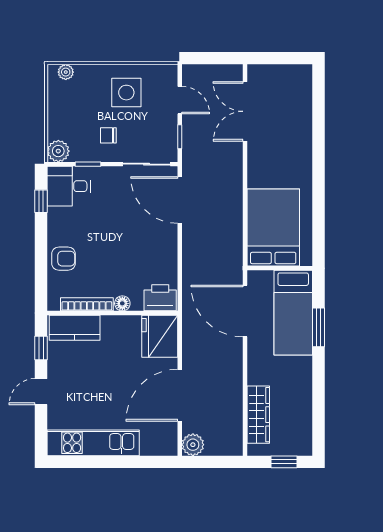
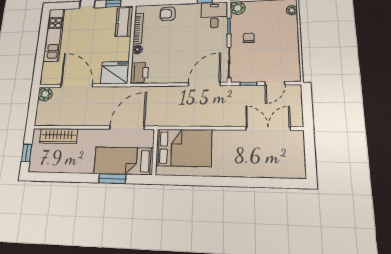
side table: (126, 93) -> (279, 48), removed
armchair: (63, 259) -> (168, 14), turned 90

